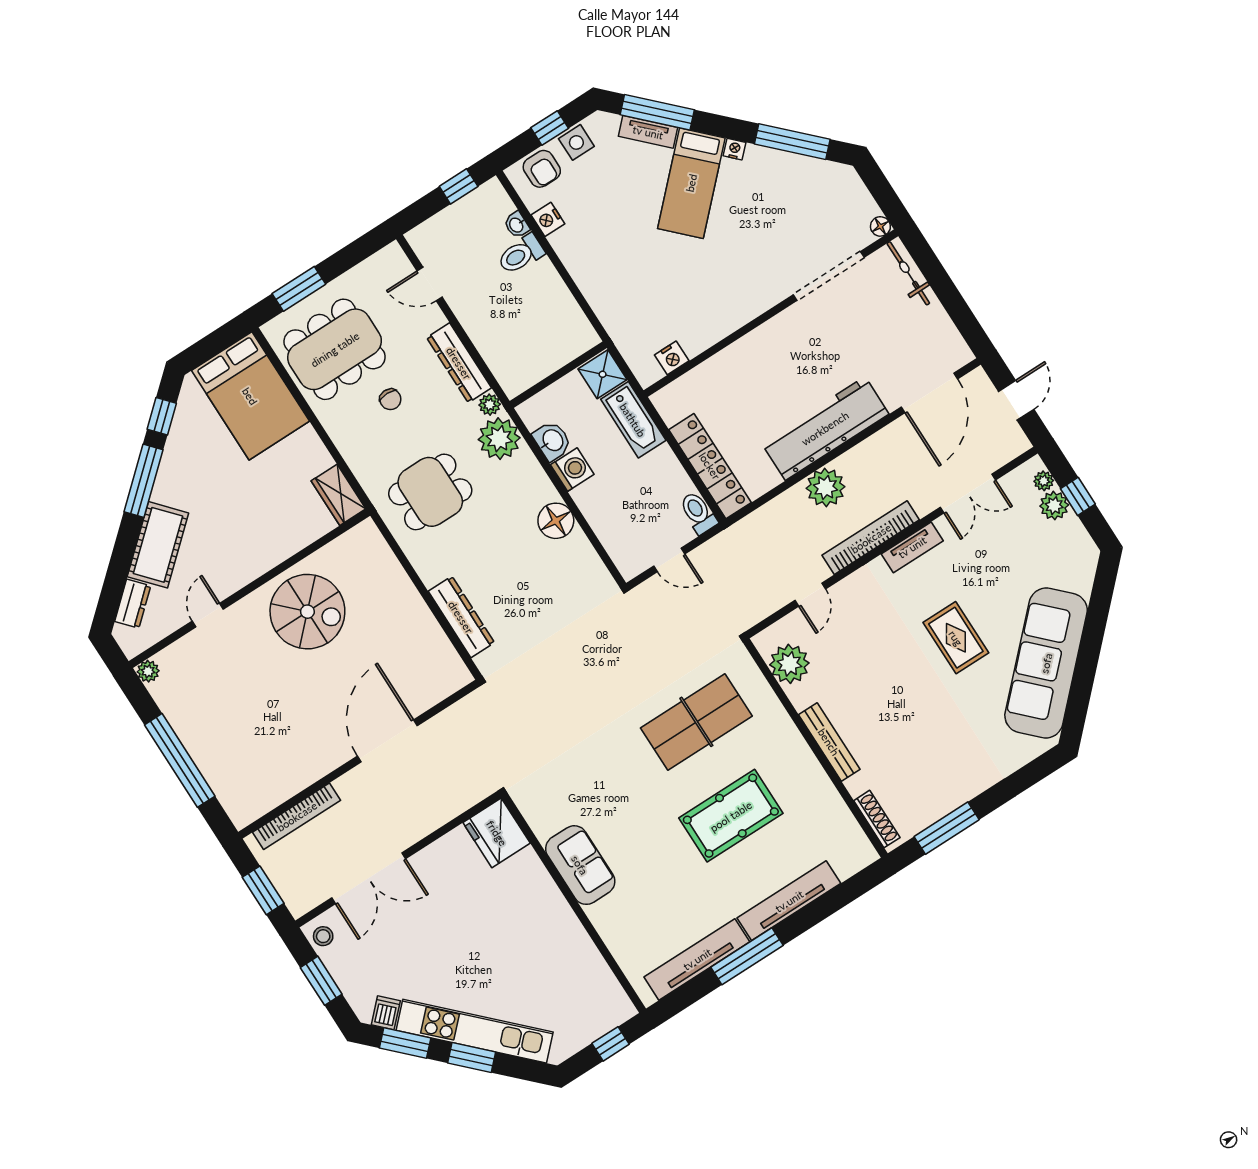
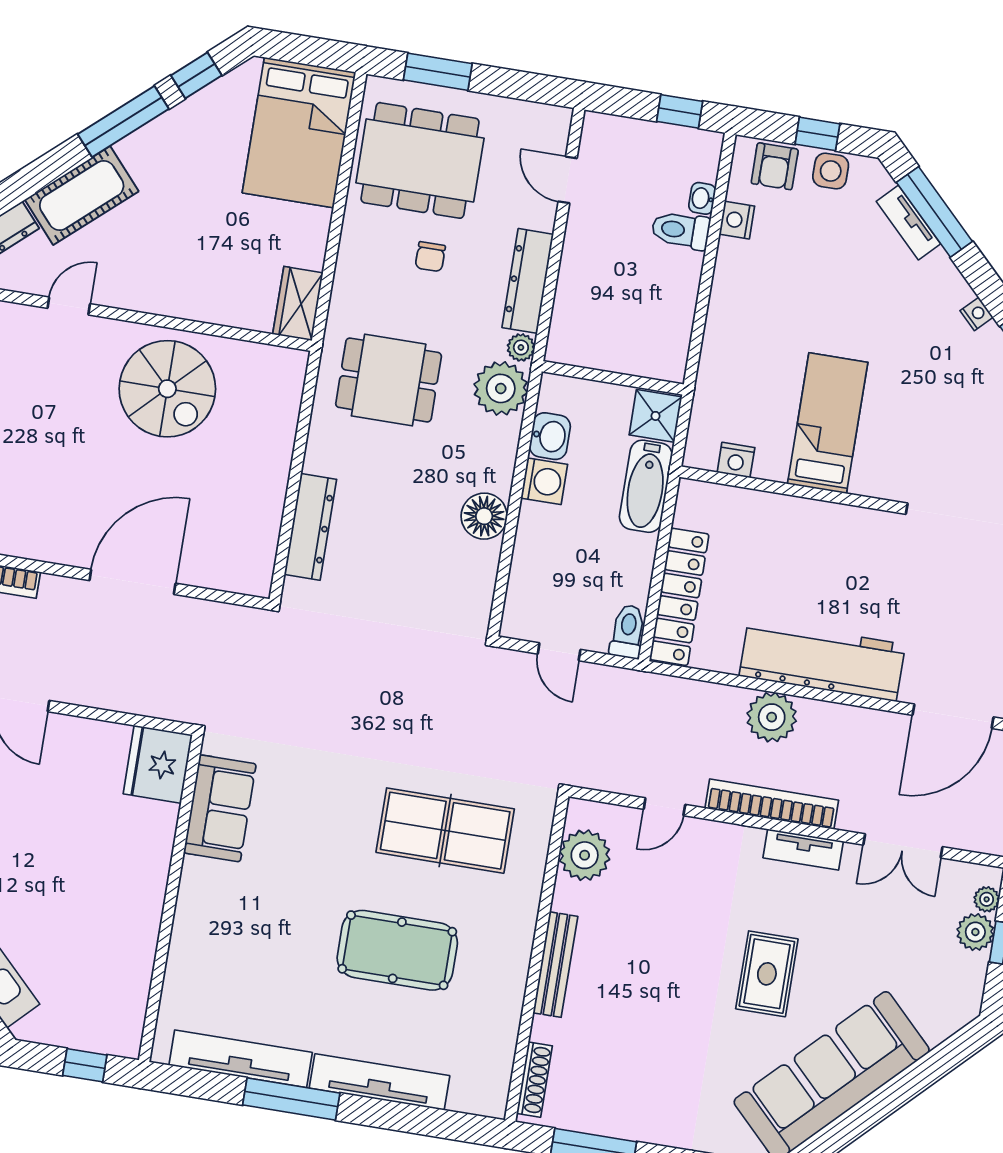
bed: (691, 183) -> (828, 423), moved, turned 135
sofa: (580, 865) -> (220, 808), moved

